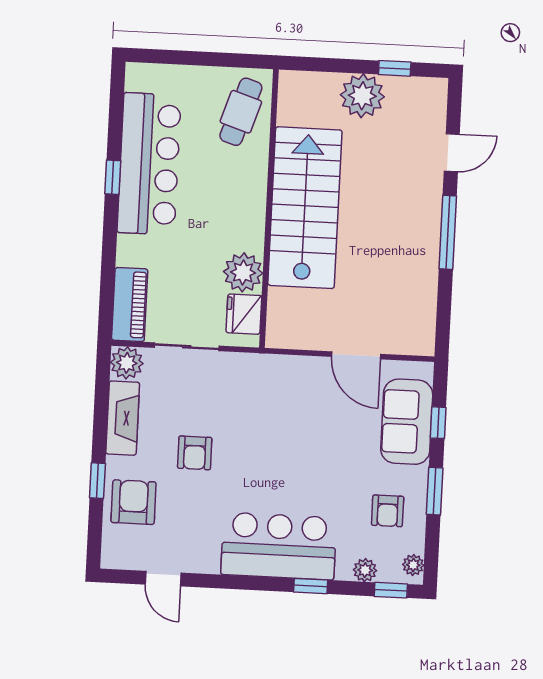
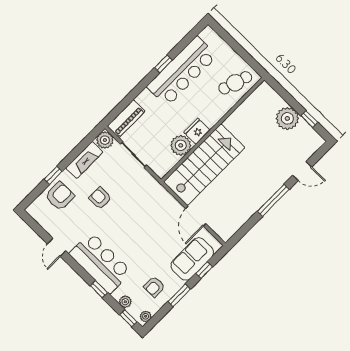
stairs: (305, 208) -> (204, 165), moved
fridge: (244, 314) -> (197, 131), moved
armchair: (195, 453) -> (100, 198), turned 90
door: (163, 579) -> (57, 247), moved

